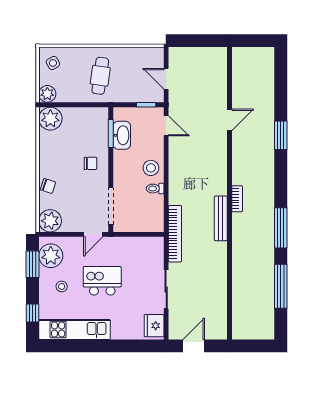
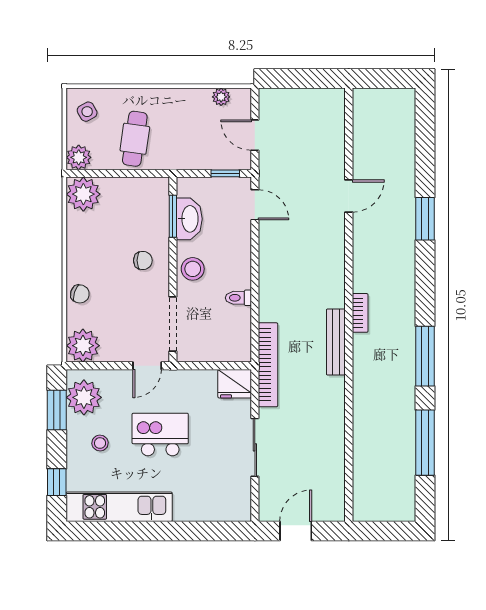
plant: (143, 53) -> (221, 97), added
cafe table: (100, 76) -> (135, 139), moved
stool: (151, 168) -> (193, 269), moved
fridge: (154, 326) -> (235, 384), moved, turned -90

